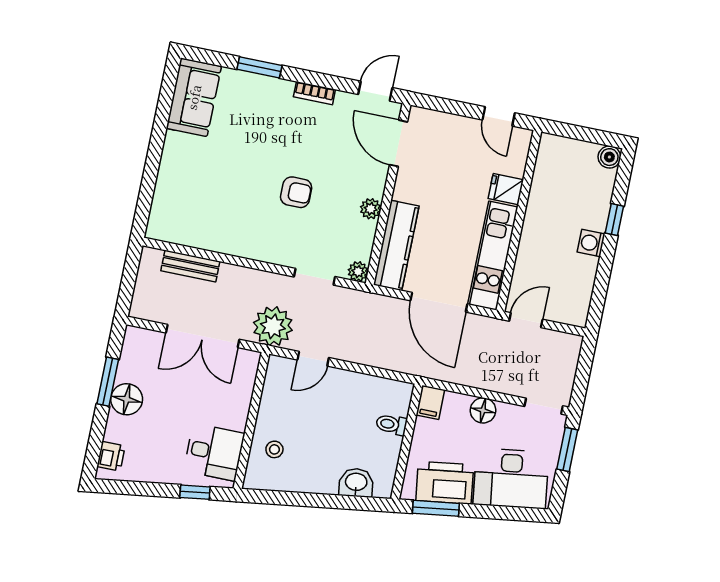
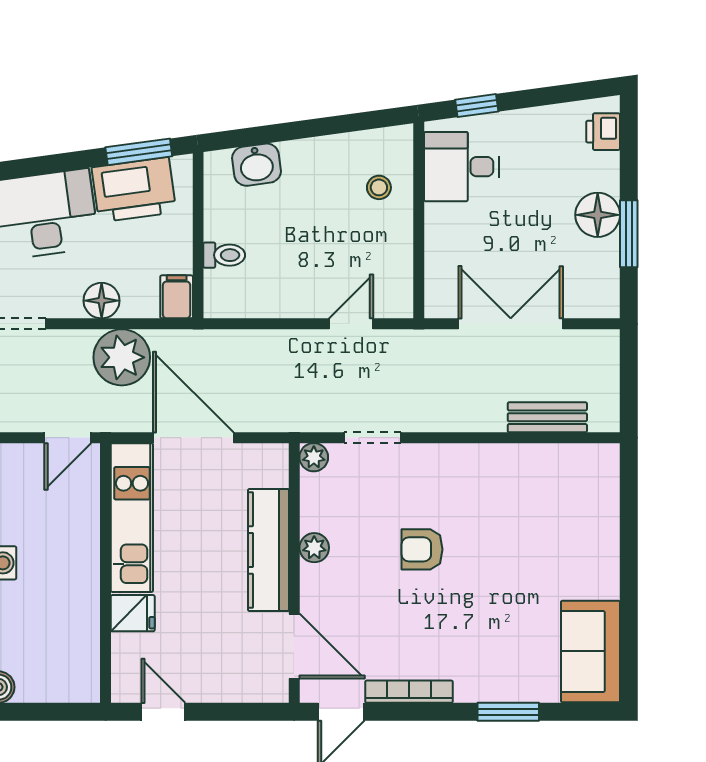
bookcase: (314, 93) -> (409, 692), width x1.56
kitchen counter: (396, 245) -> (268, 550), moved
plant: (273, 326) -> (122, 357), moved

